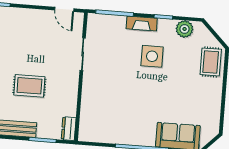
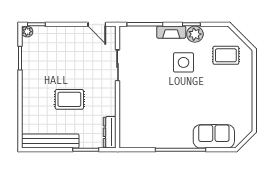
plant: (185, 29) -> (195, 34), moved
rug: (211, 62) -> (226, 55), moved, turned 90
dresser: (69, 129) -> (110, 132), width x1.44

